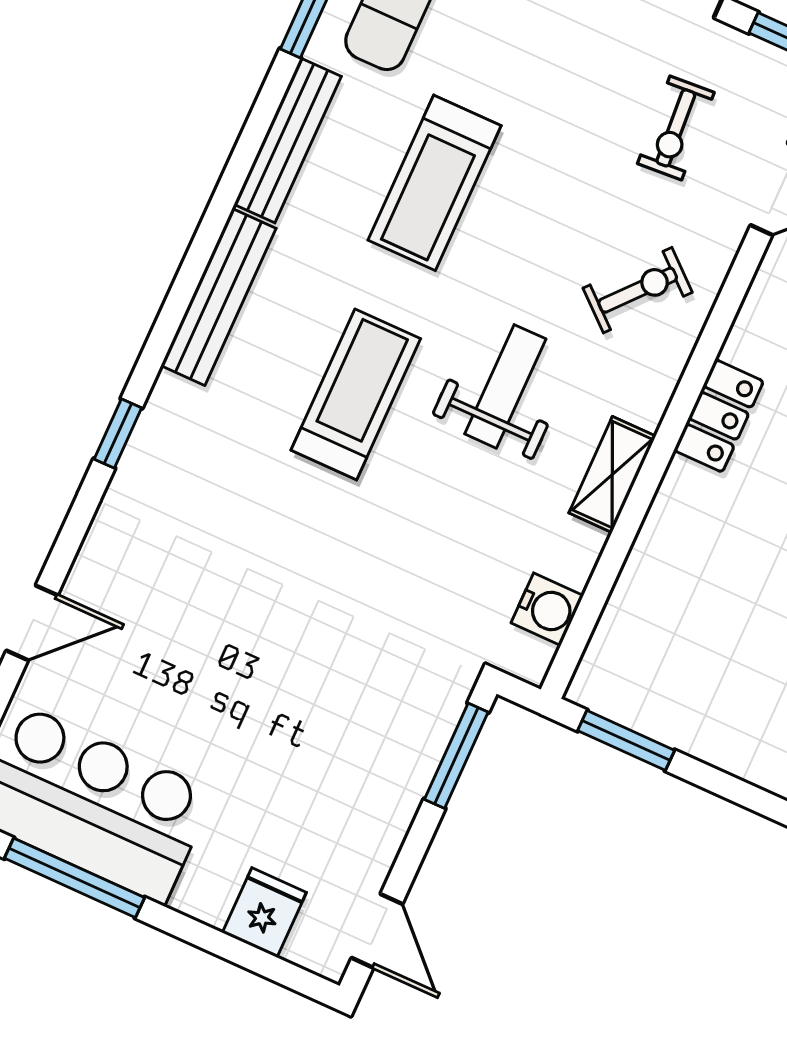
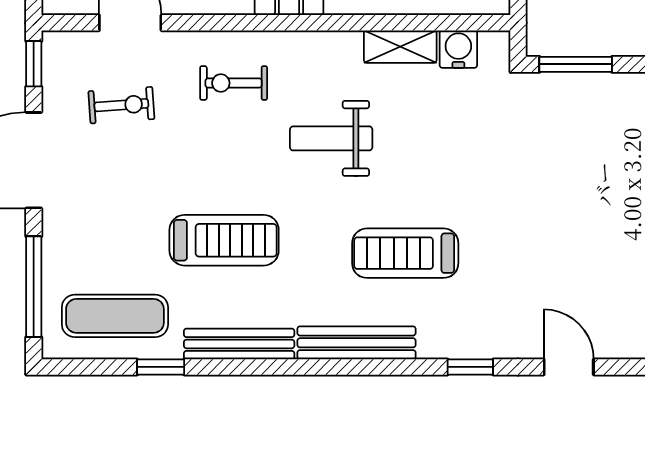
exercise bike: (638, 290) -> (234, 83), turned -41
treadmill: (356, 394) -> (405, 253), moved
shelving: (612, 475) -> (400, 47), moved
door: (32, 623) -> (569, 367), moved

